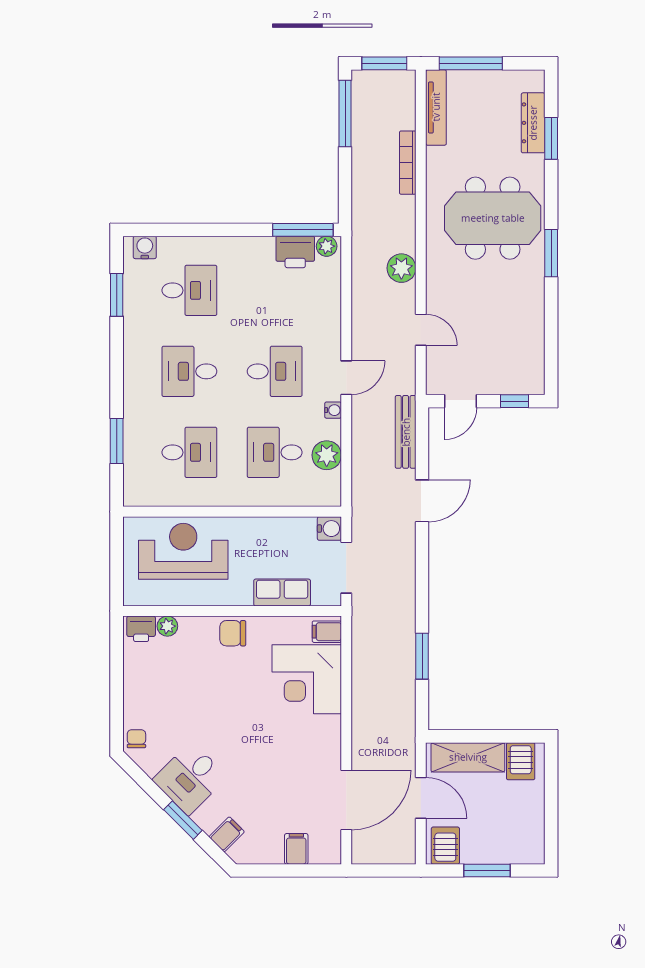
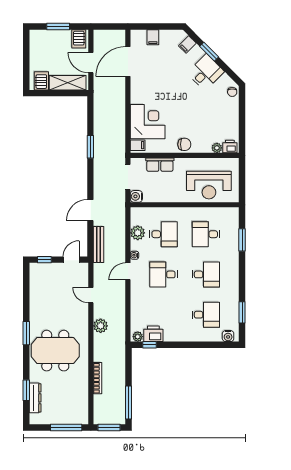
tv unit: (436, 107) -> (83, 406), removed
window: (303, 230) -> (150, 345), width x0.46
desk: (189, 290) -> (206, 315), turned 180
window: (422, 656) -> (90, 147), moved

